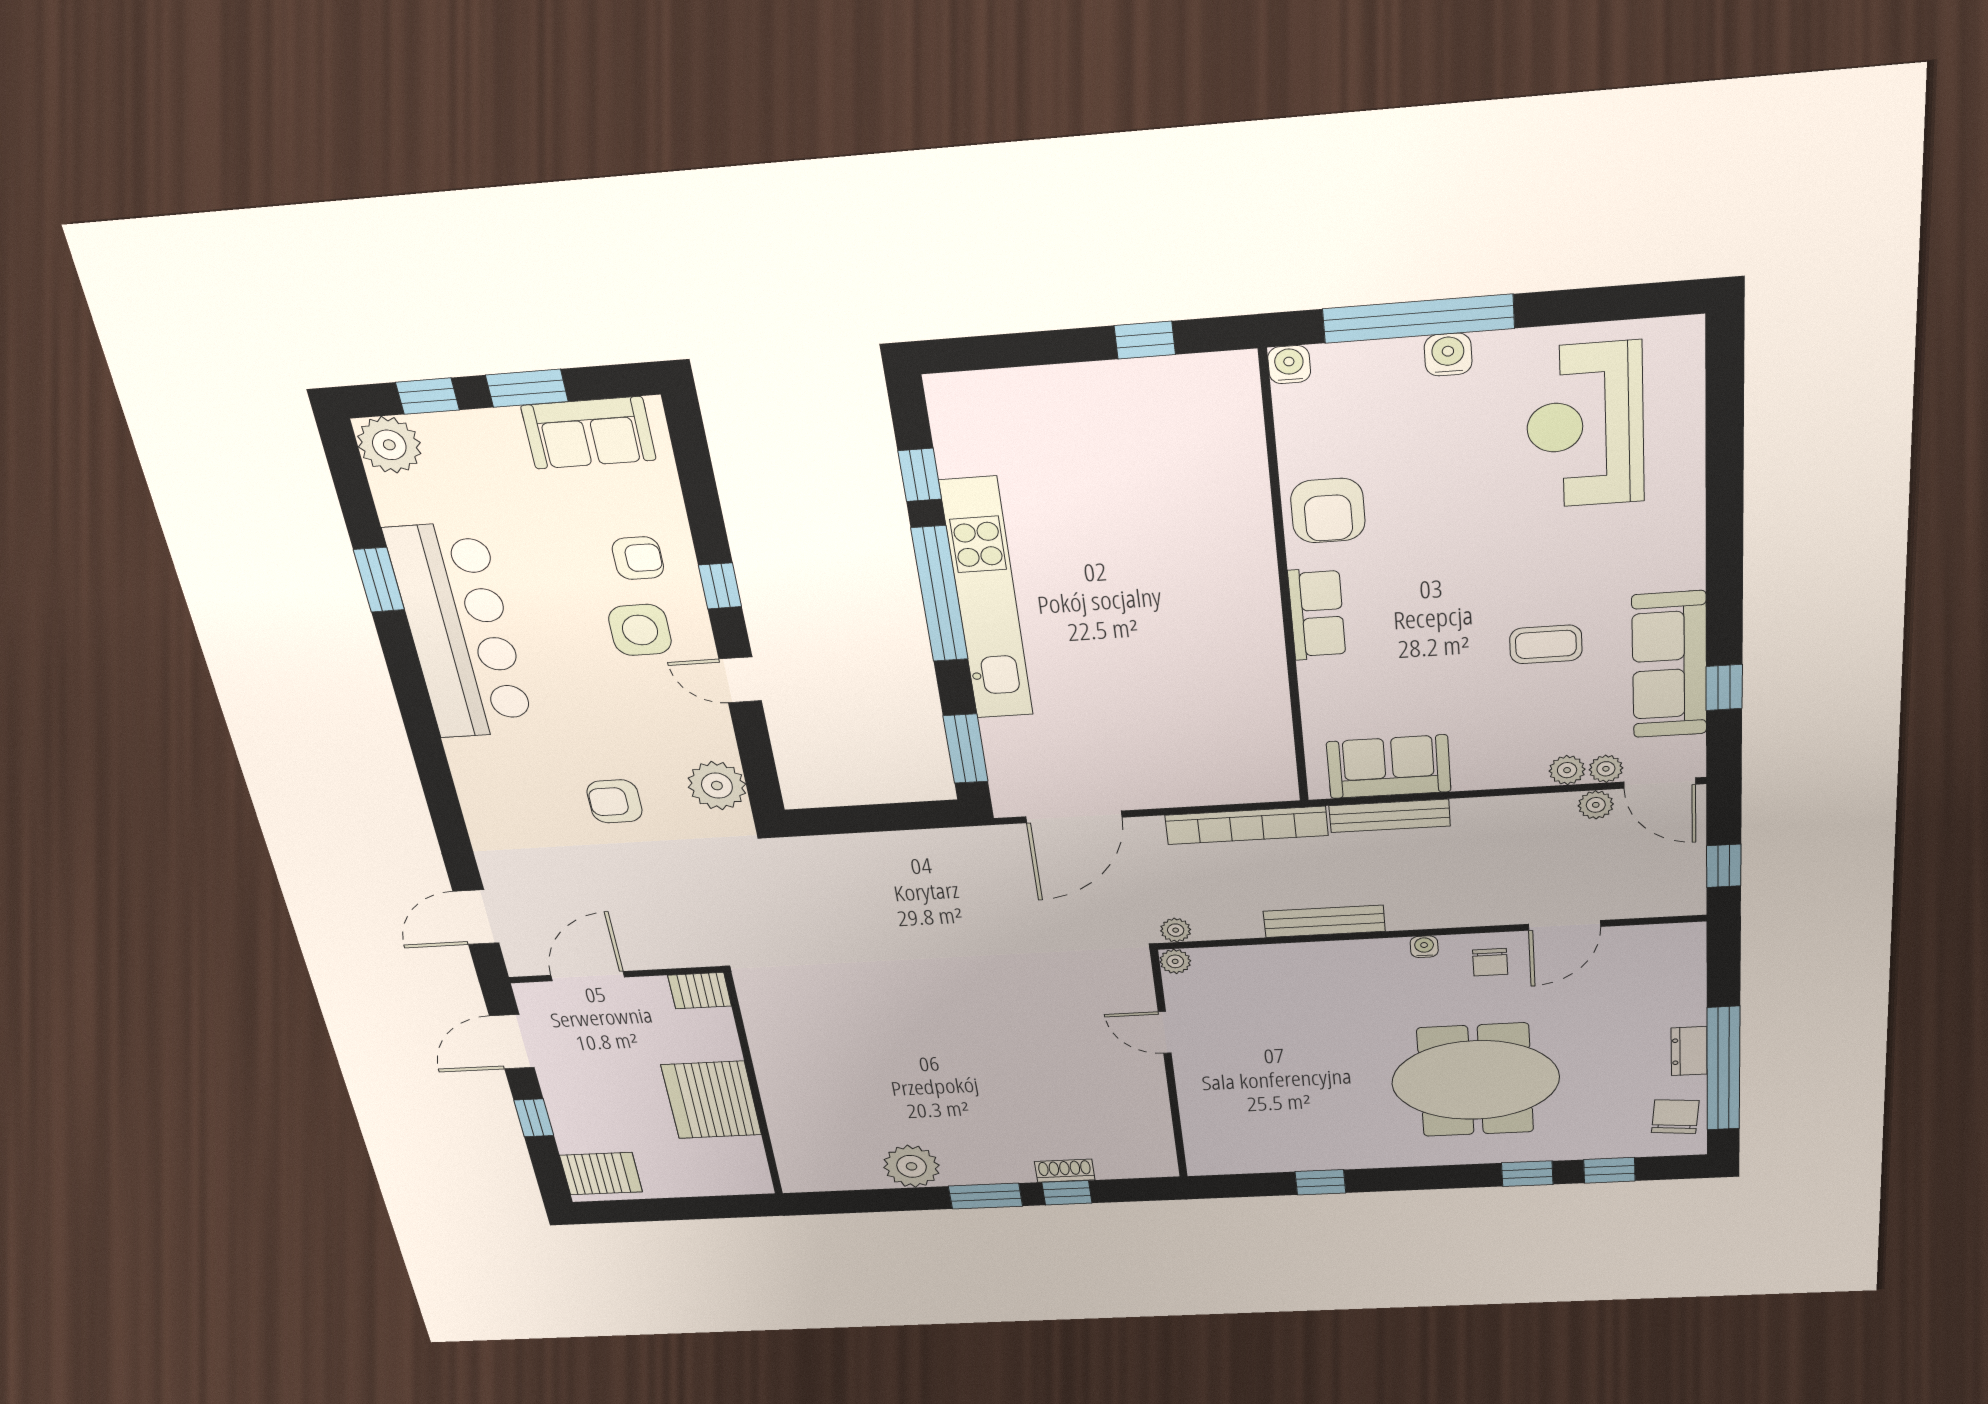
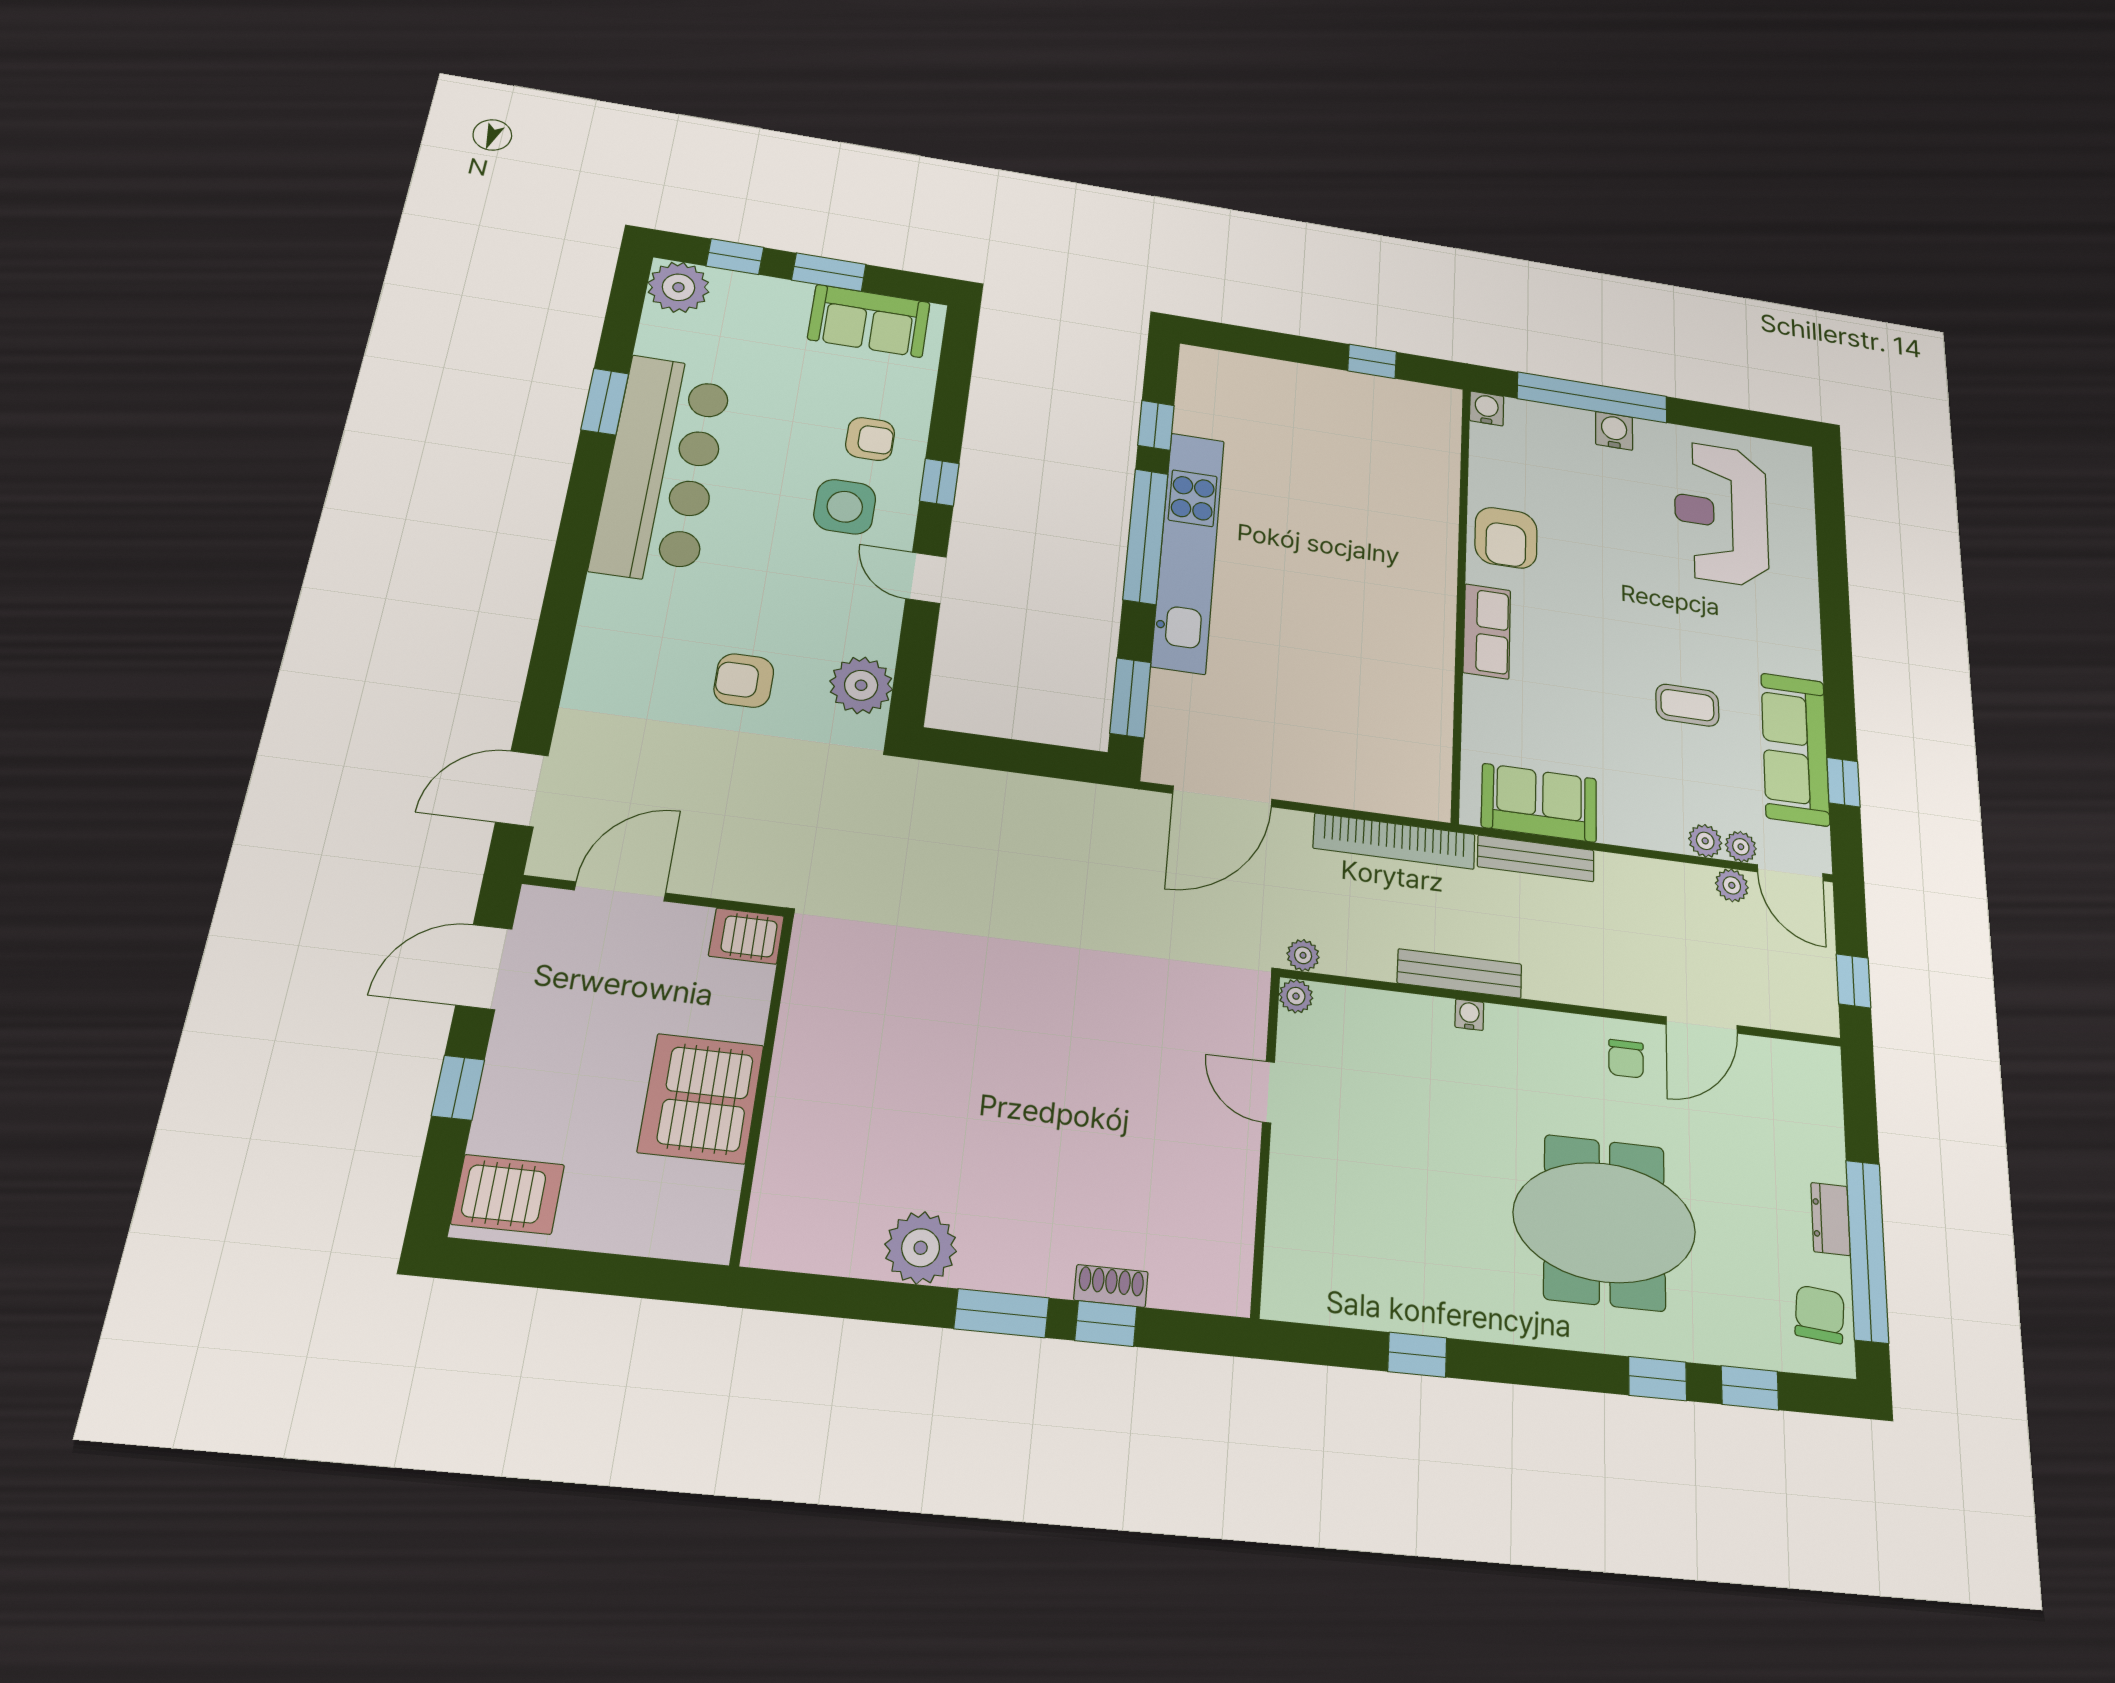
water cooler: (1424, 947) -> (1469, 1015), moved

